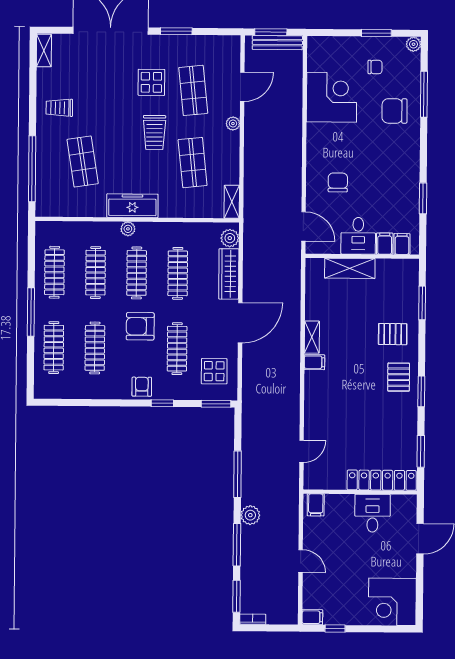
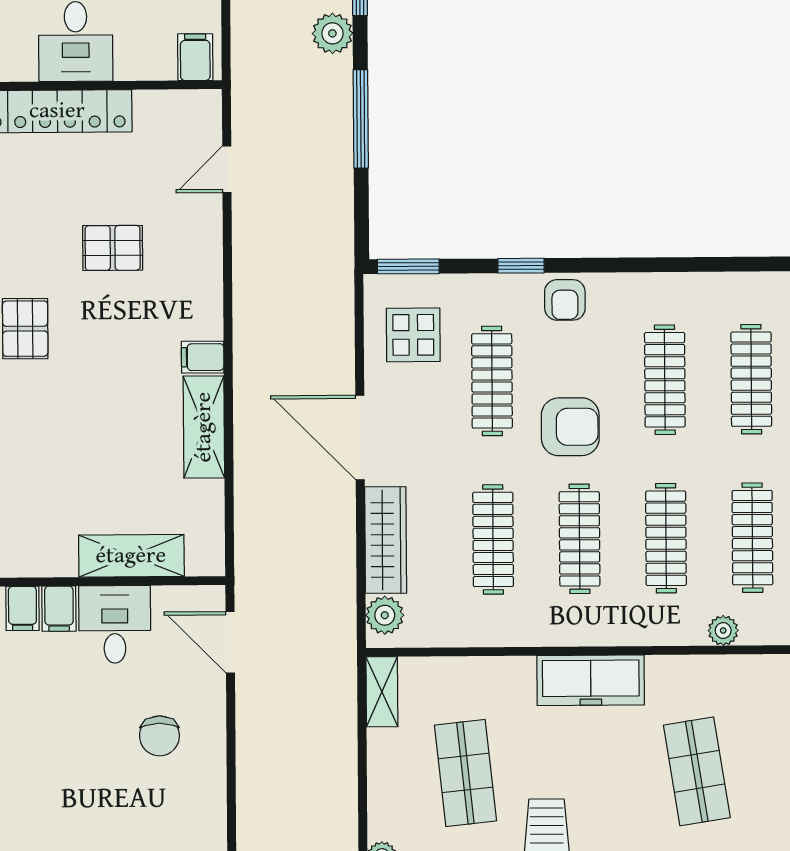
plant: (128, 229) -> (723, 631), moved
door: (240, 323) -> (360, 438), hinge flipped
pallet: (393, 334) -> (113, 248), moved
shelving: (312, 337) -> (204, 427), width x1.50, depth x1.33

